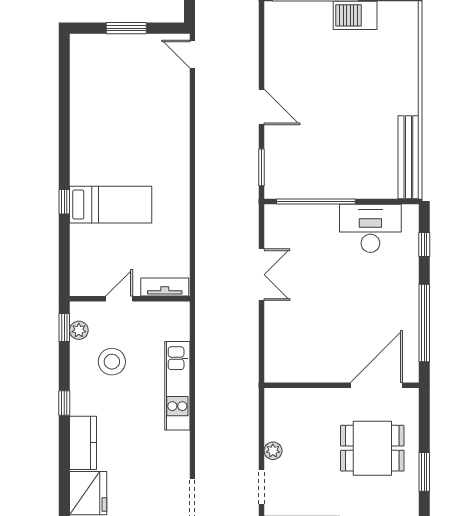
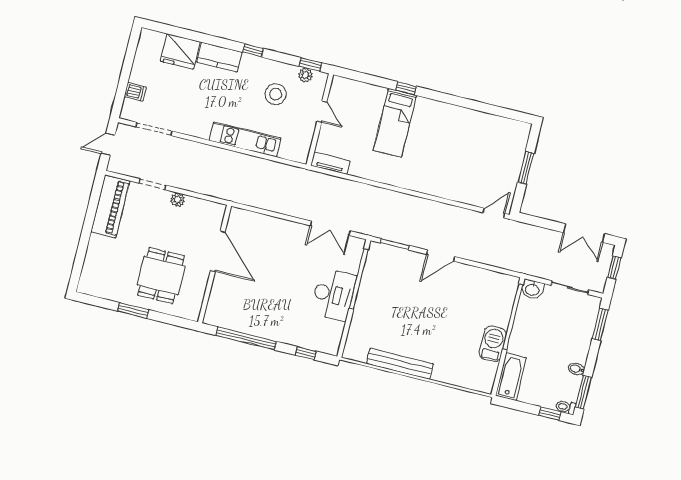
bench: (408, 157) -> (400, 364), moved
desk: (370, 228) -> (333, 295), moved
double door: (262, 275) -> (330, 228), moved
tv unit: (165, 287) -> (330, 163), moved, turned -90
door: (376, 385) -> (218, 251), moved

